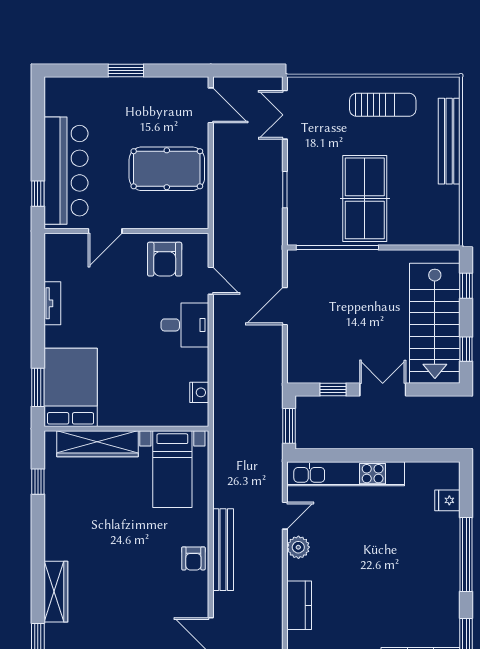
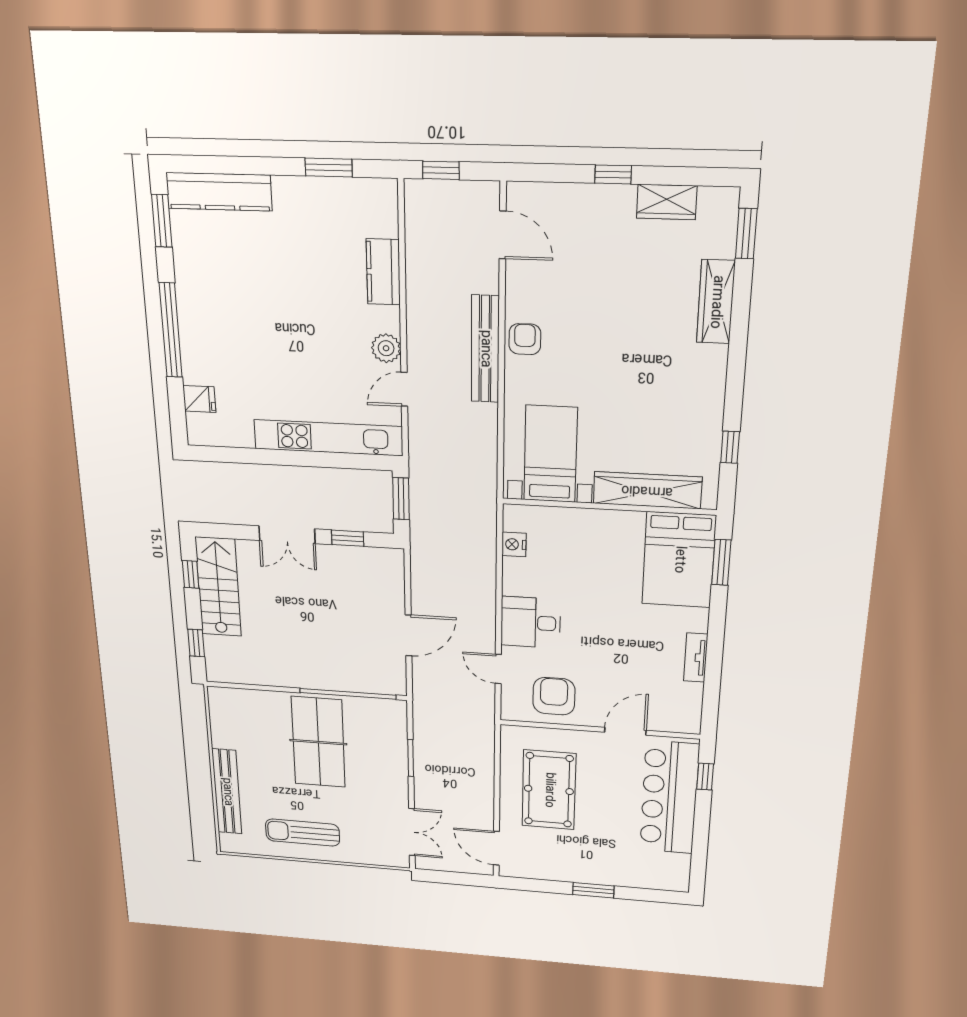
pool table: (167, 169) -> (549, 790), turned 90
stairs: (435, 323) -> (218, 587), width x0.73, depth x0.66

